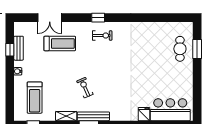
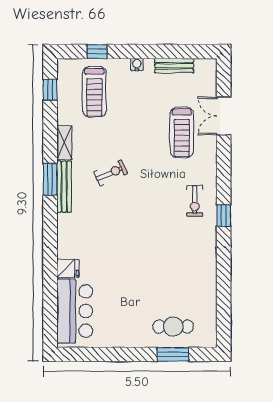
window: (98, 18) -> (224, 216), moved
window: (10, 50) -> (97, 52), moved
treadmill: (35, 98) -> (94, 92), turned -90

